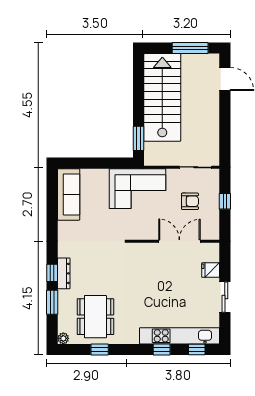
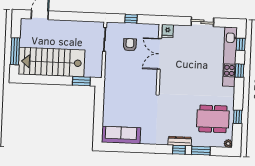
window: (190, 48) -> (15, 51), moved
corner sofa: (138, 189) -> (119, 83), removed
fridge: (211, 270) -> (168, 31), moved

